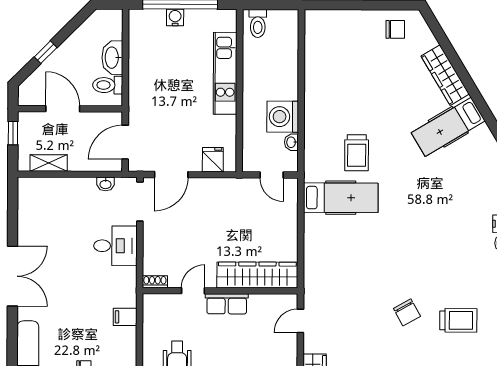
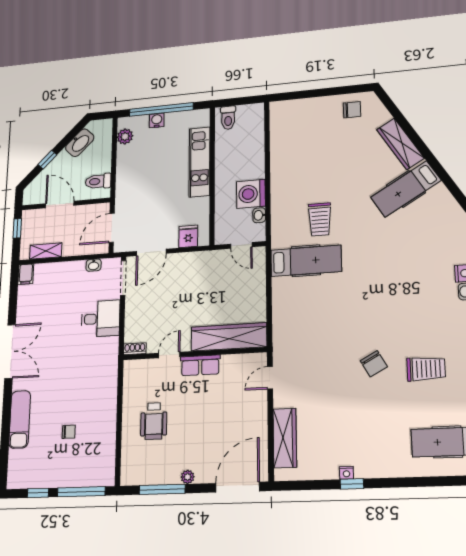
plant: (138, 33) -> (125, 136), added
washbasin: (112, 58) -> (80, 143), moved, turned -135
filing cabinet: (125, 317) -> (26, 274), moved, turned -90

